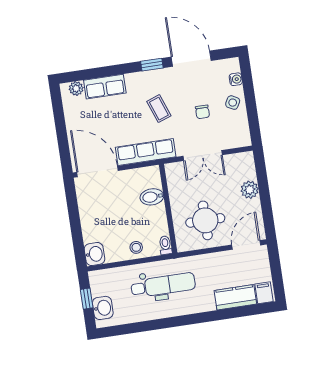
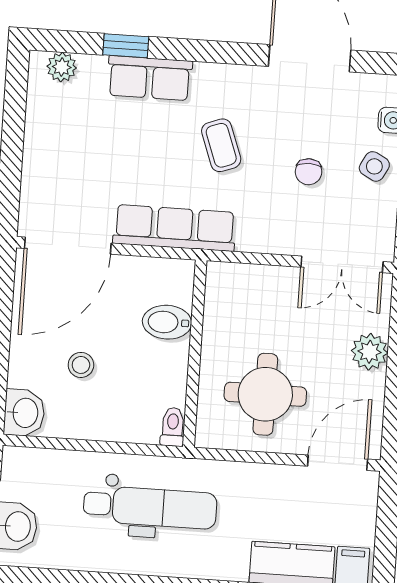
window: (152, 65) -> (126, 46), moved
row of seats: (105, 87) -> (150, 78), moved
double door: (203, 156) -> (342, 264), moved
door: (97, 171) -> (68, 246), swing flipped
stool: (136, 247) -> (81, 365), moved

